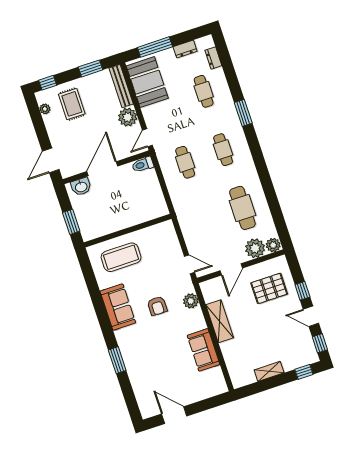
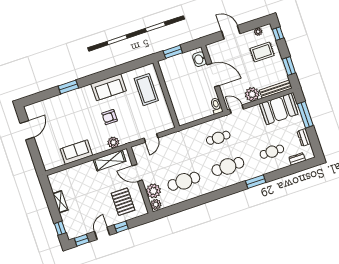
cafe table: (223, 150) -> (228, 166), width x1.37, depth x1.35
door: (51, 160) -> (231, 32), moved
door: (189, 264) -> (151, 138), moved
shelving: (220, 321) -> (110, 161), moved

